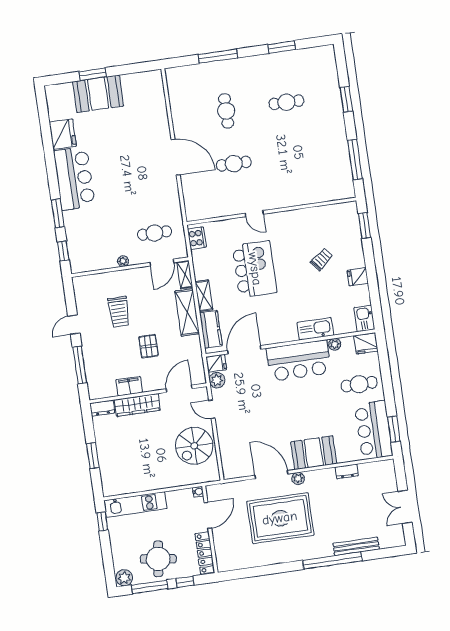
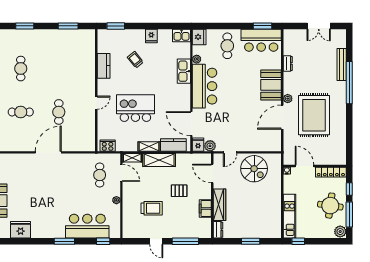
window: (355, 159) -> (68, 26), width x0.69
bar counter: (74, 178) -> (87, 226), moved
window: (58, 213) -> (64, 241), moved
kitchen counter: (307, 217) -> (104, 66), added

